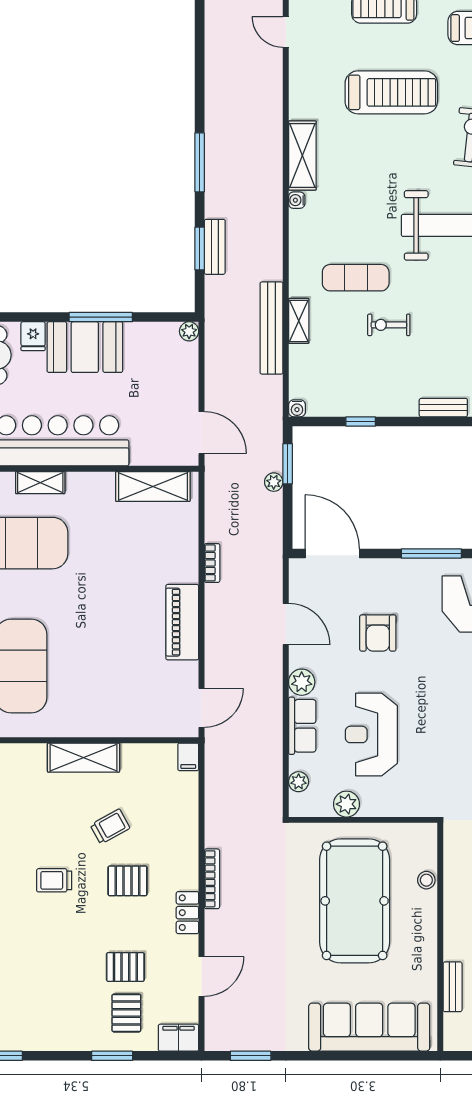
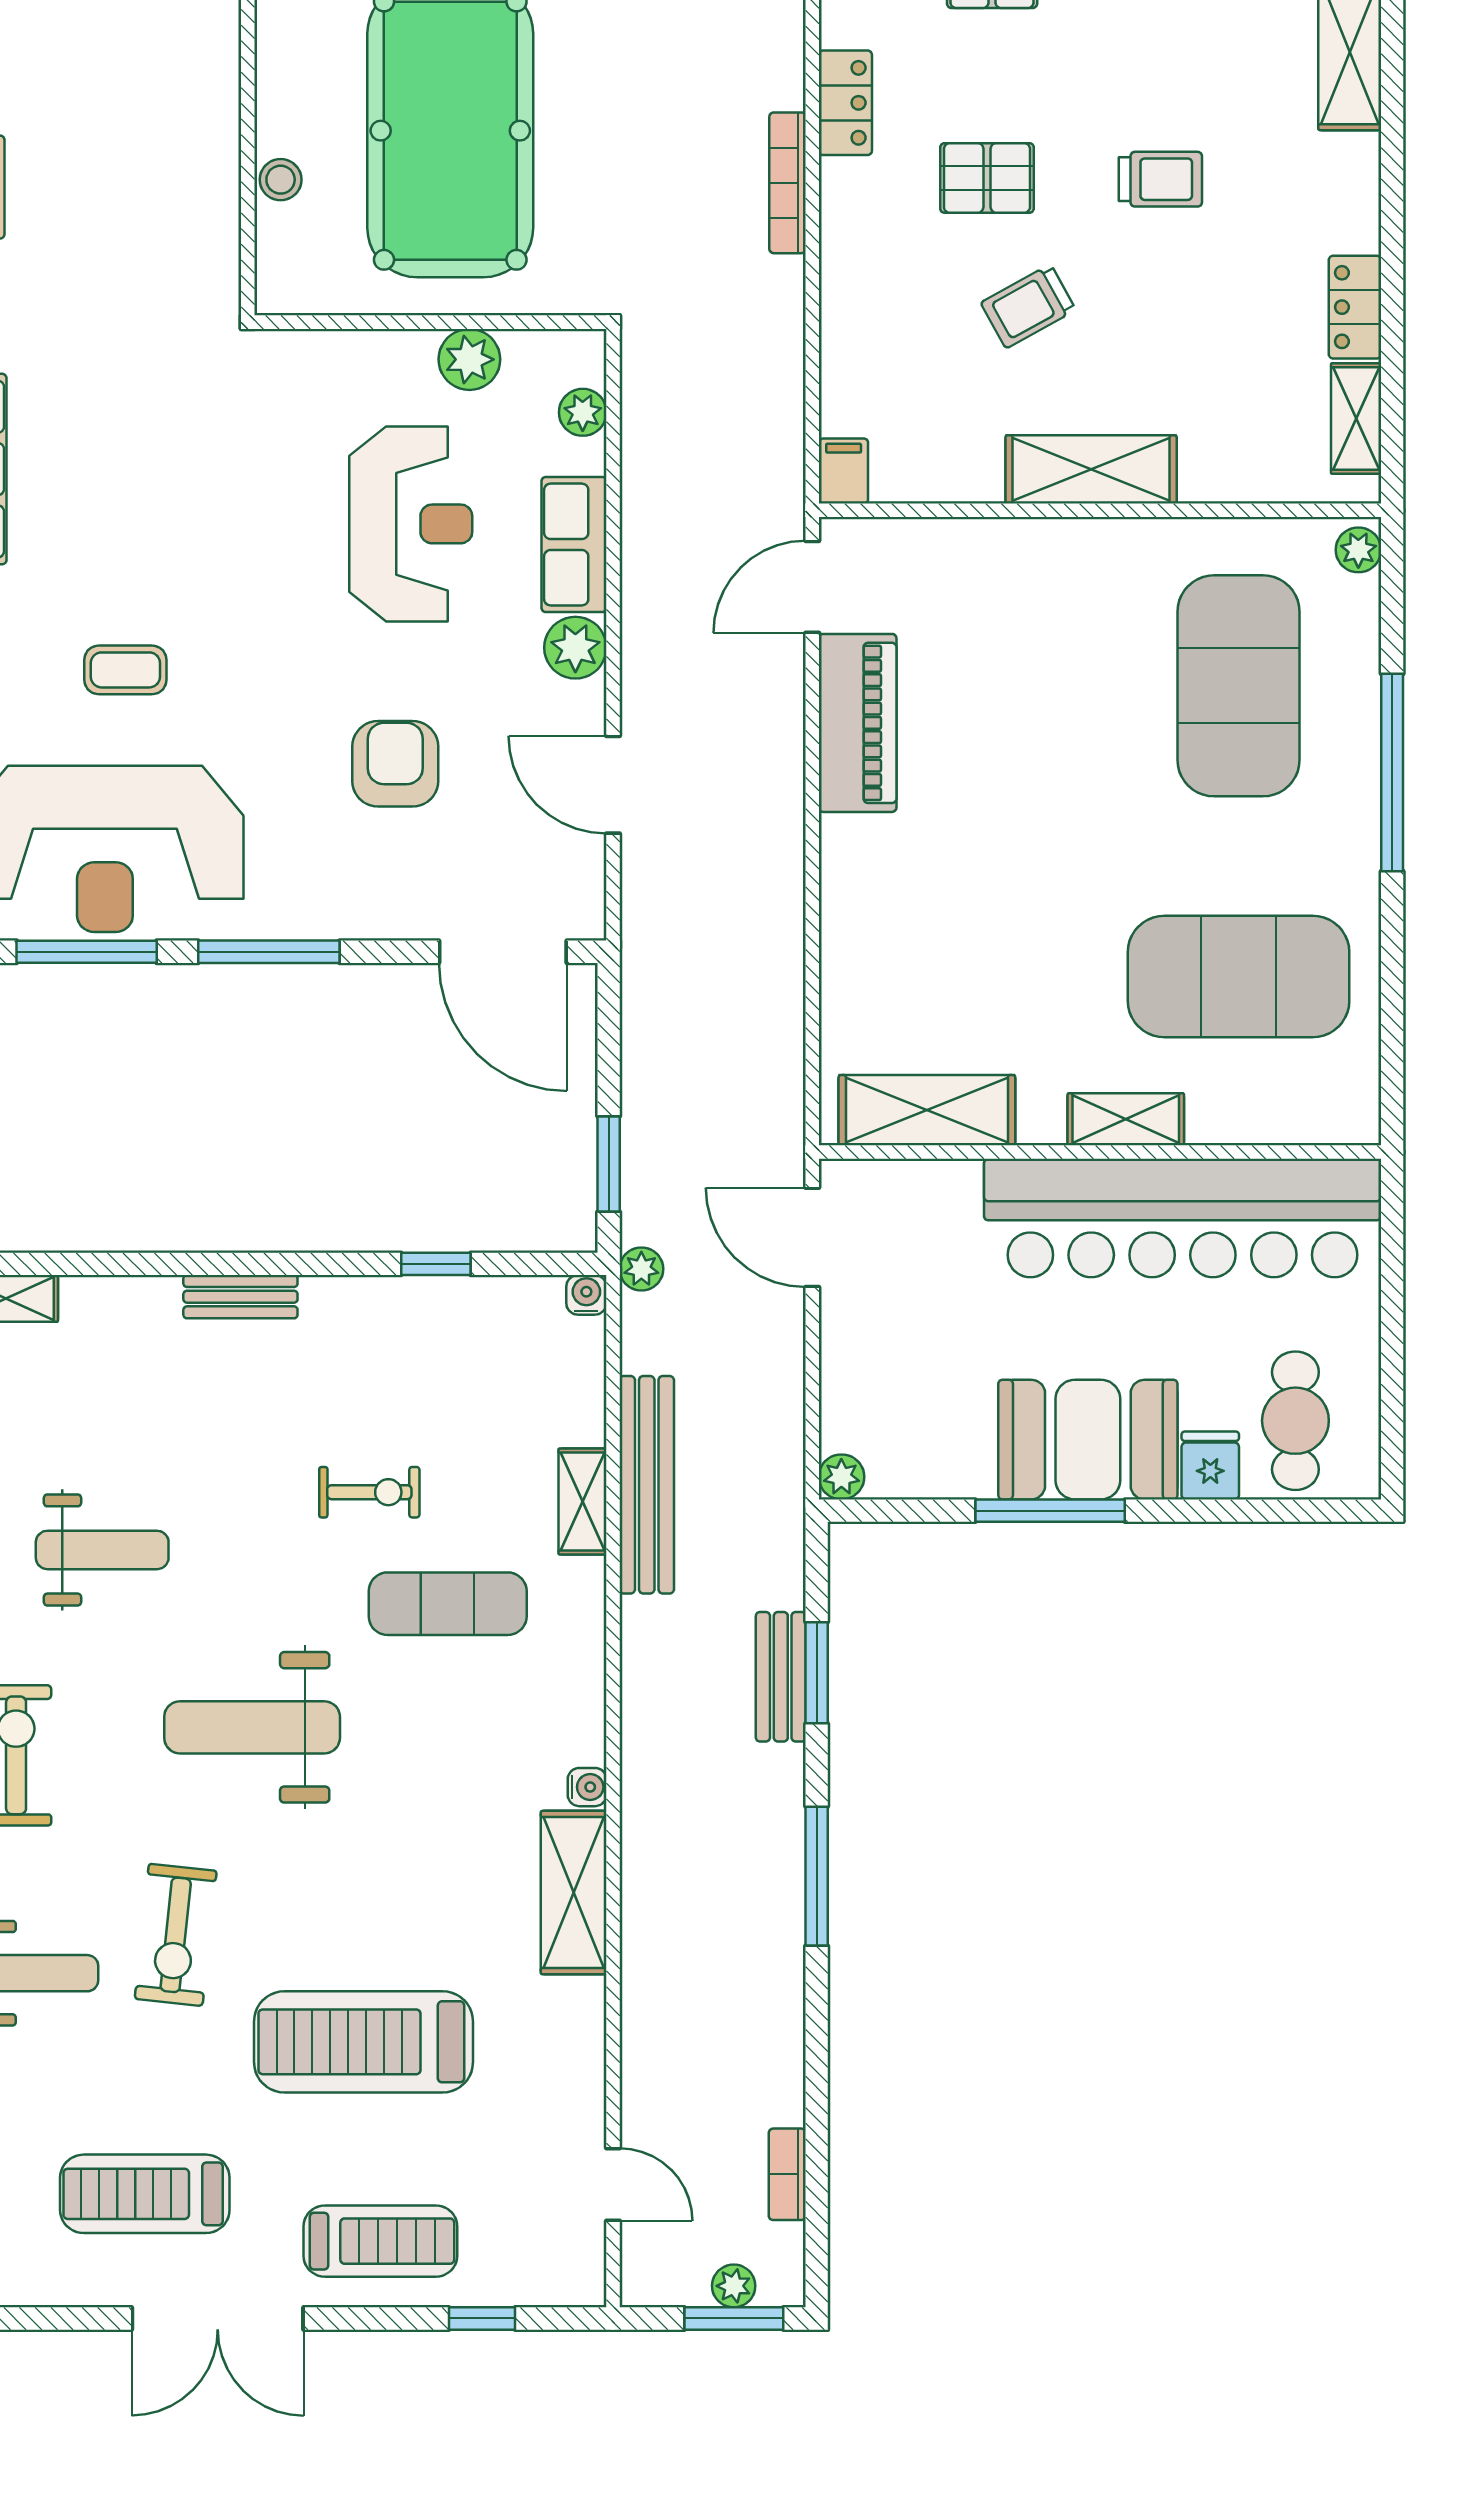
plant: (274, 482) -> (641, 1269), moved
shelving: (40, 483) -> (1126, 1119), moved
bookcase: (212, 563) -> (787, 2174), moved
piano: (182, 622) -> (858, 723), moved

